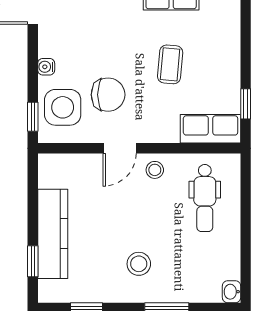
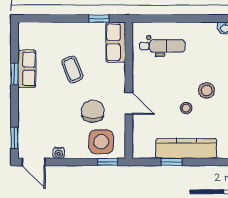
coffee table: (170, 64) -> (72, 69), turned 63
water cooler: (46, 67) -> (59, 153), moved
stool: (155, 170) -> (186, 108), moved
window: (33, 261) -> (172, 162), moved

